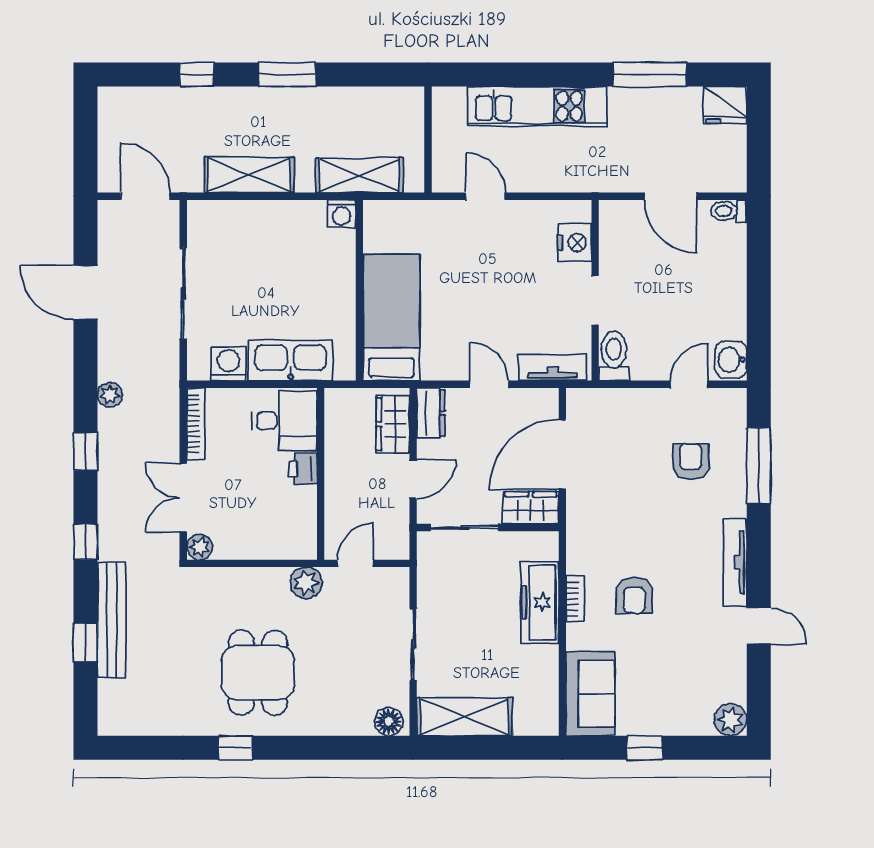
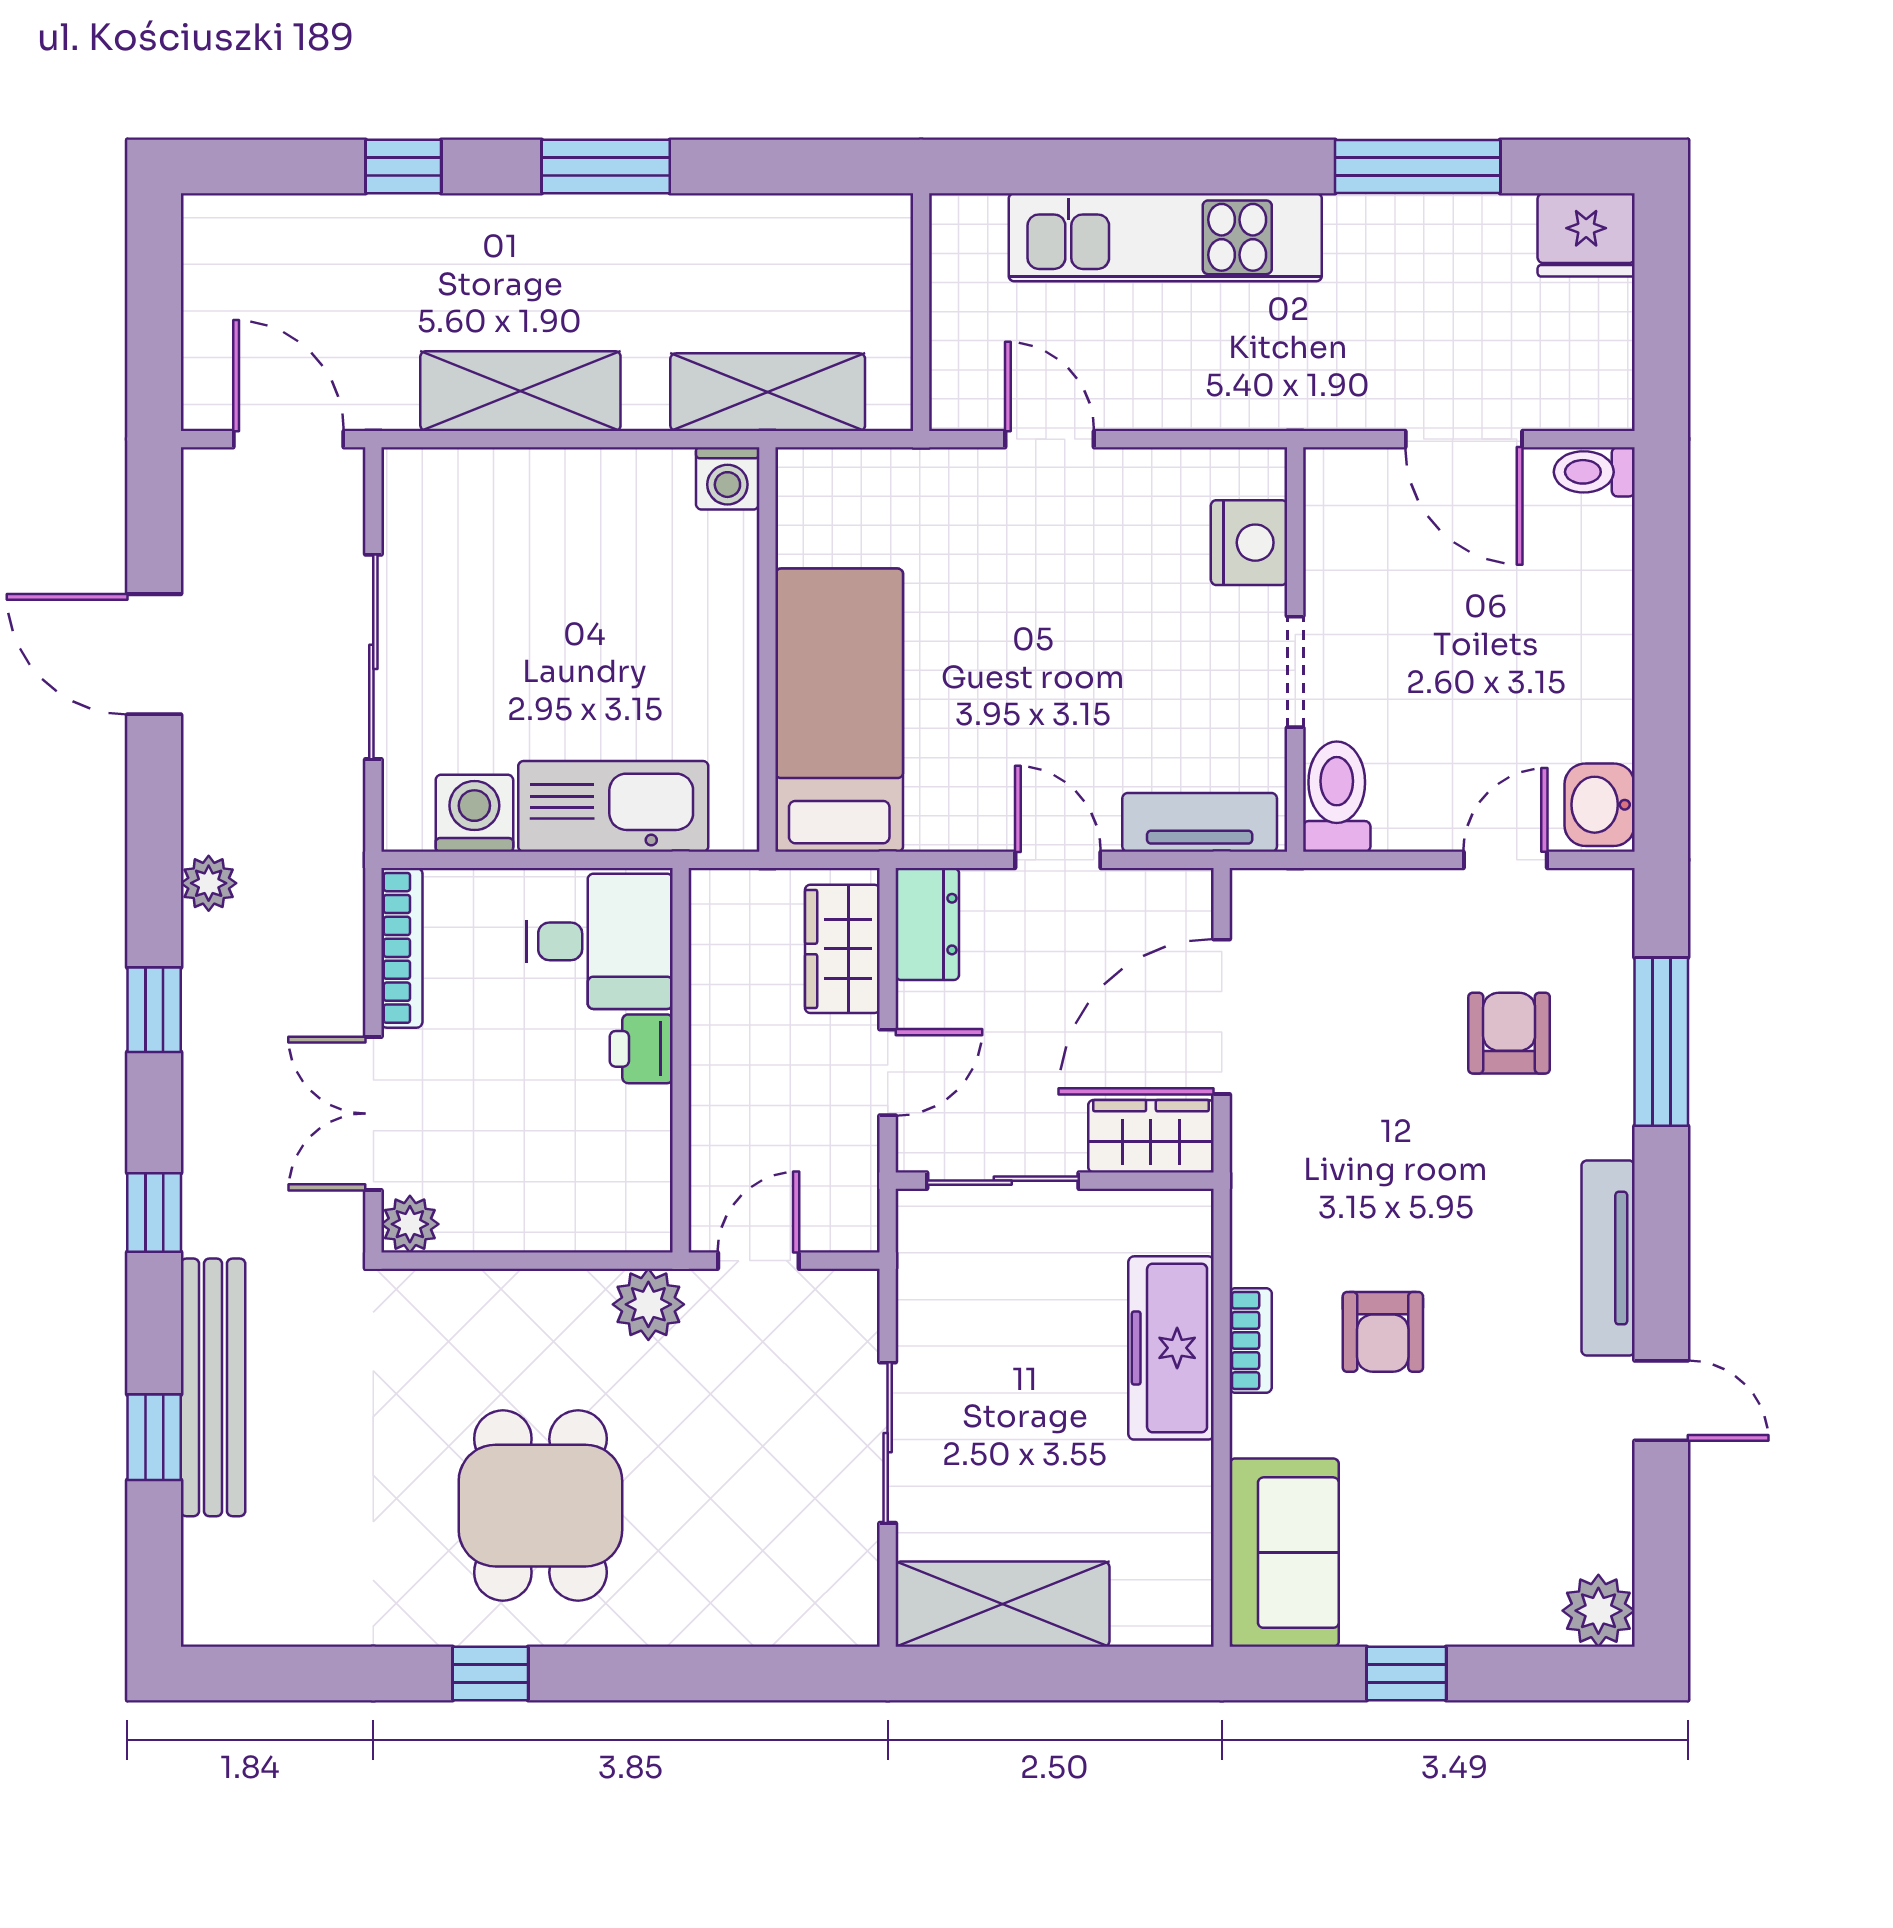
floor lamp: (389, 722) -> (833, 1615), removed

